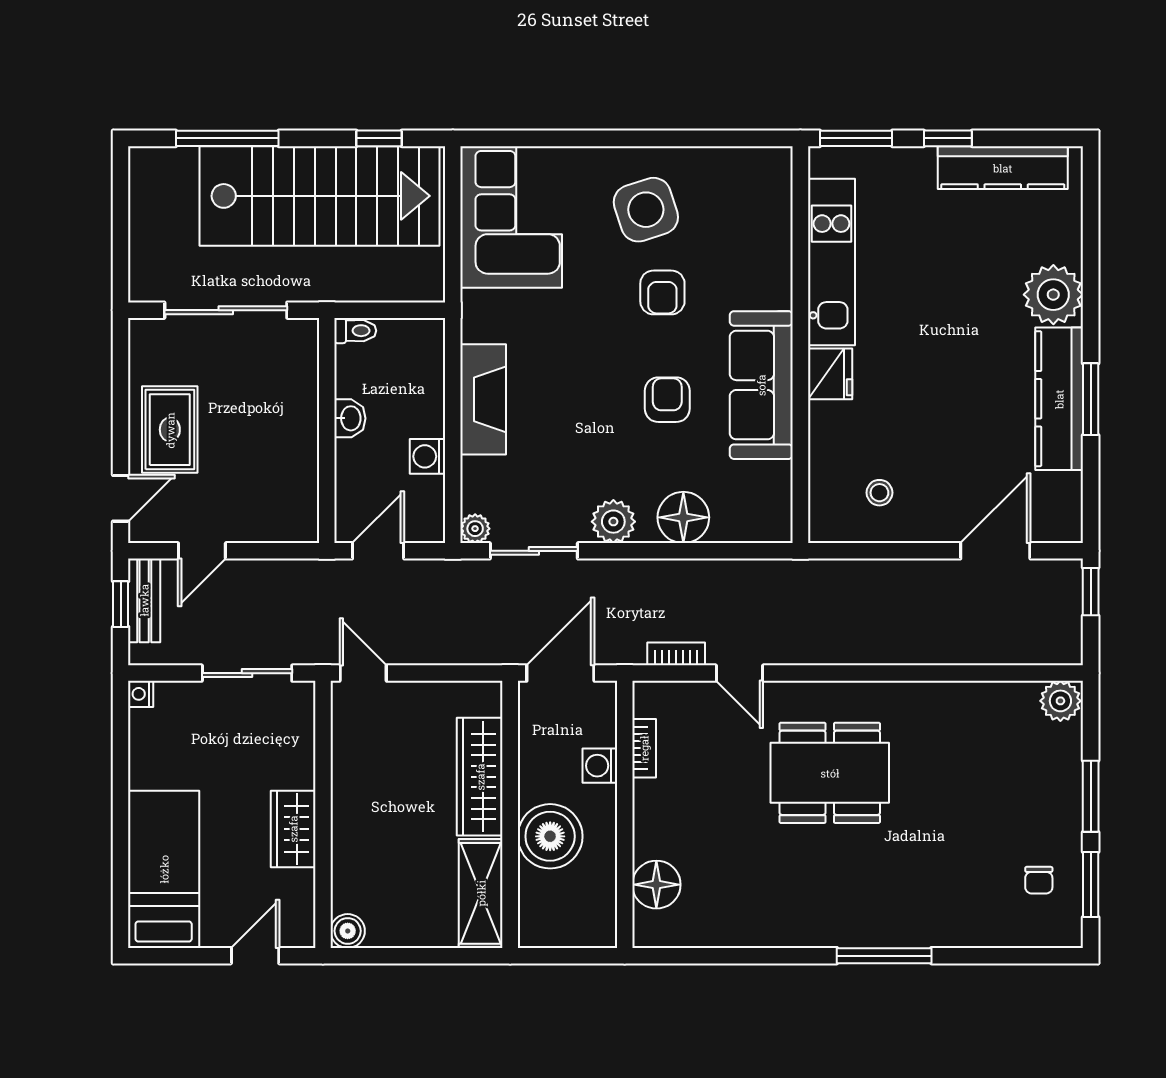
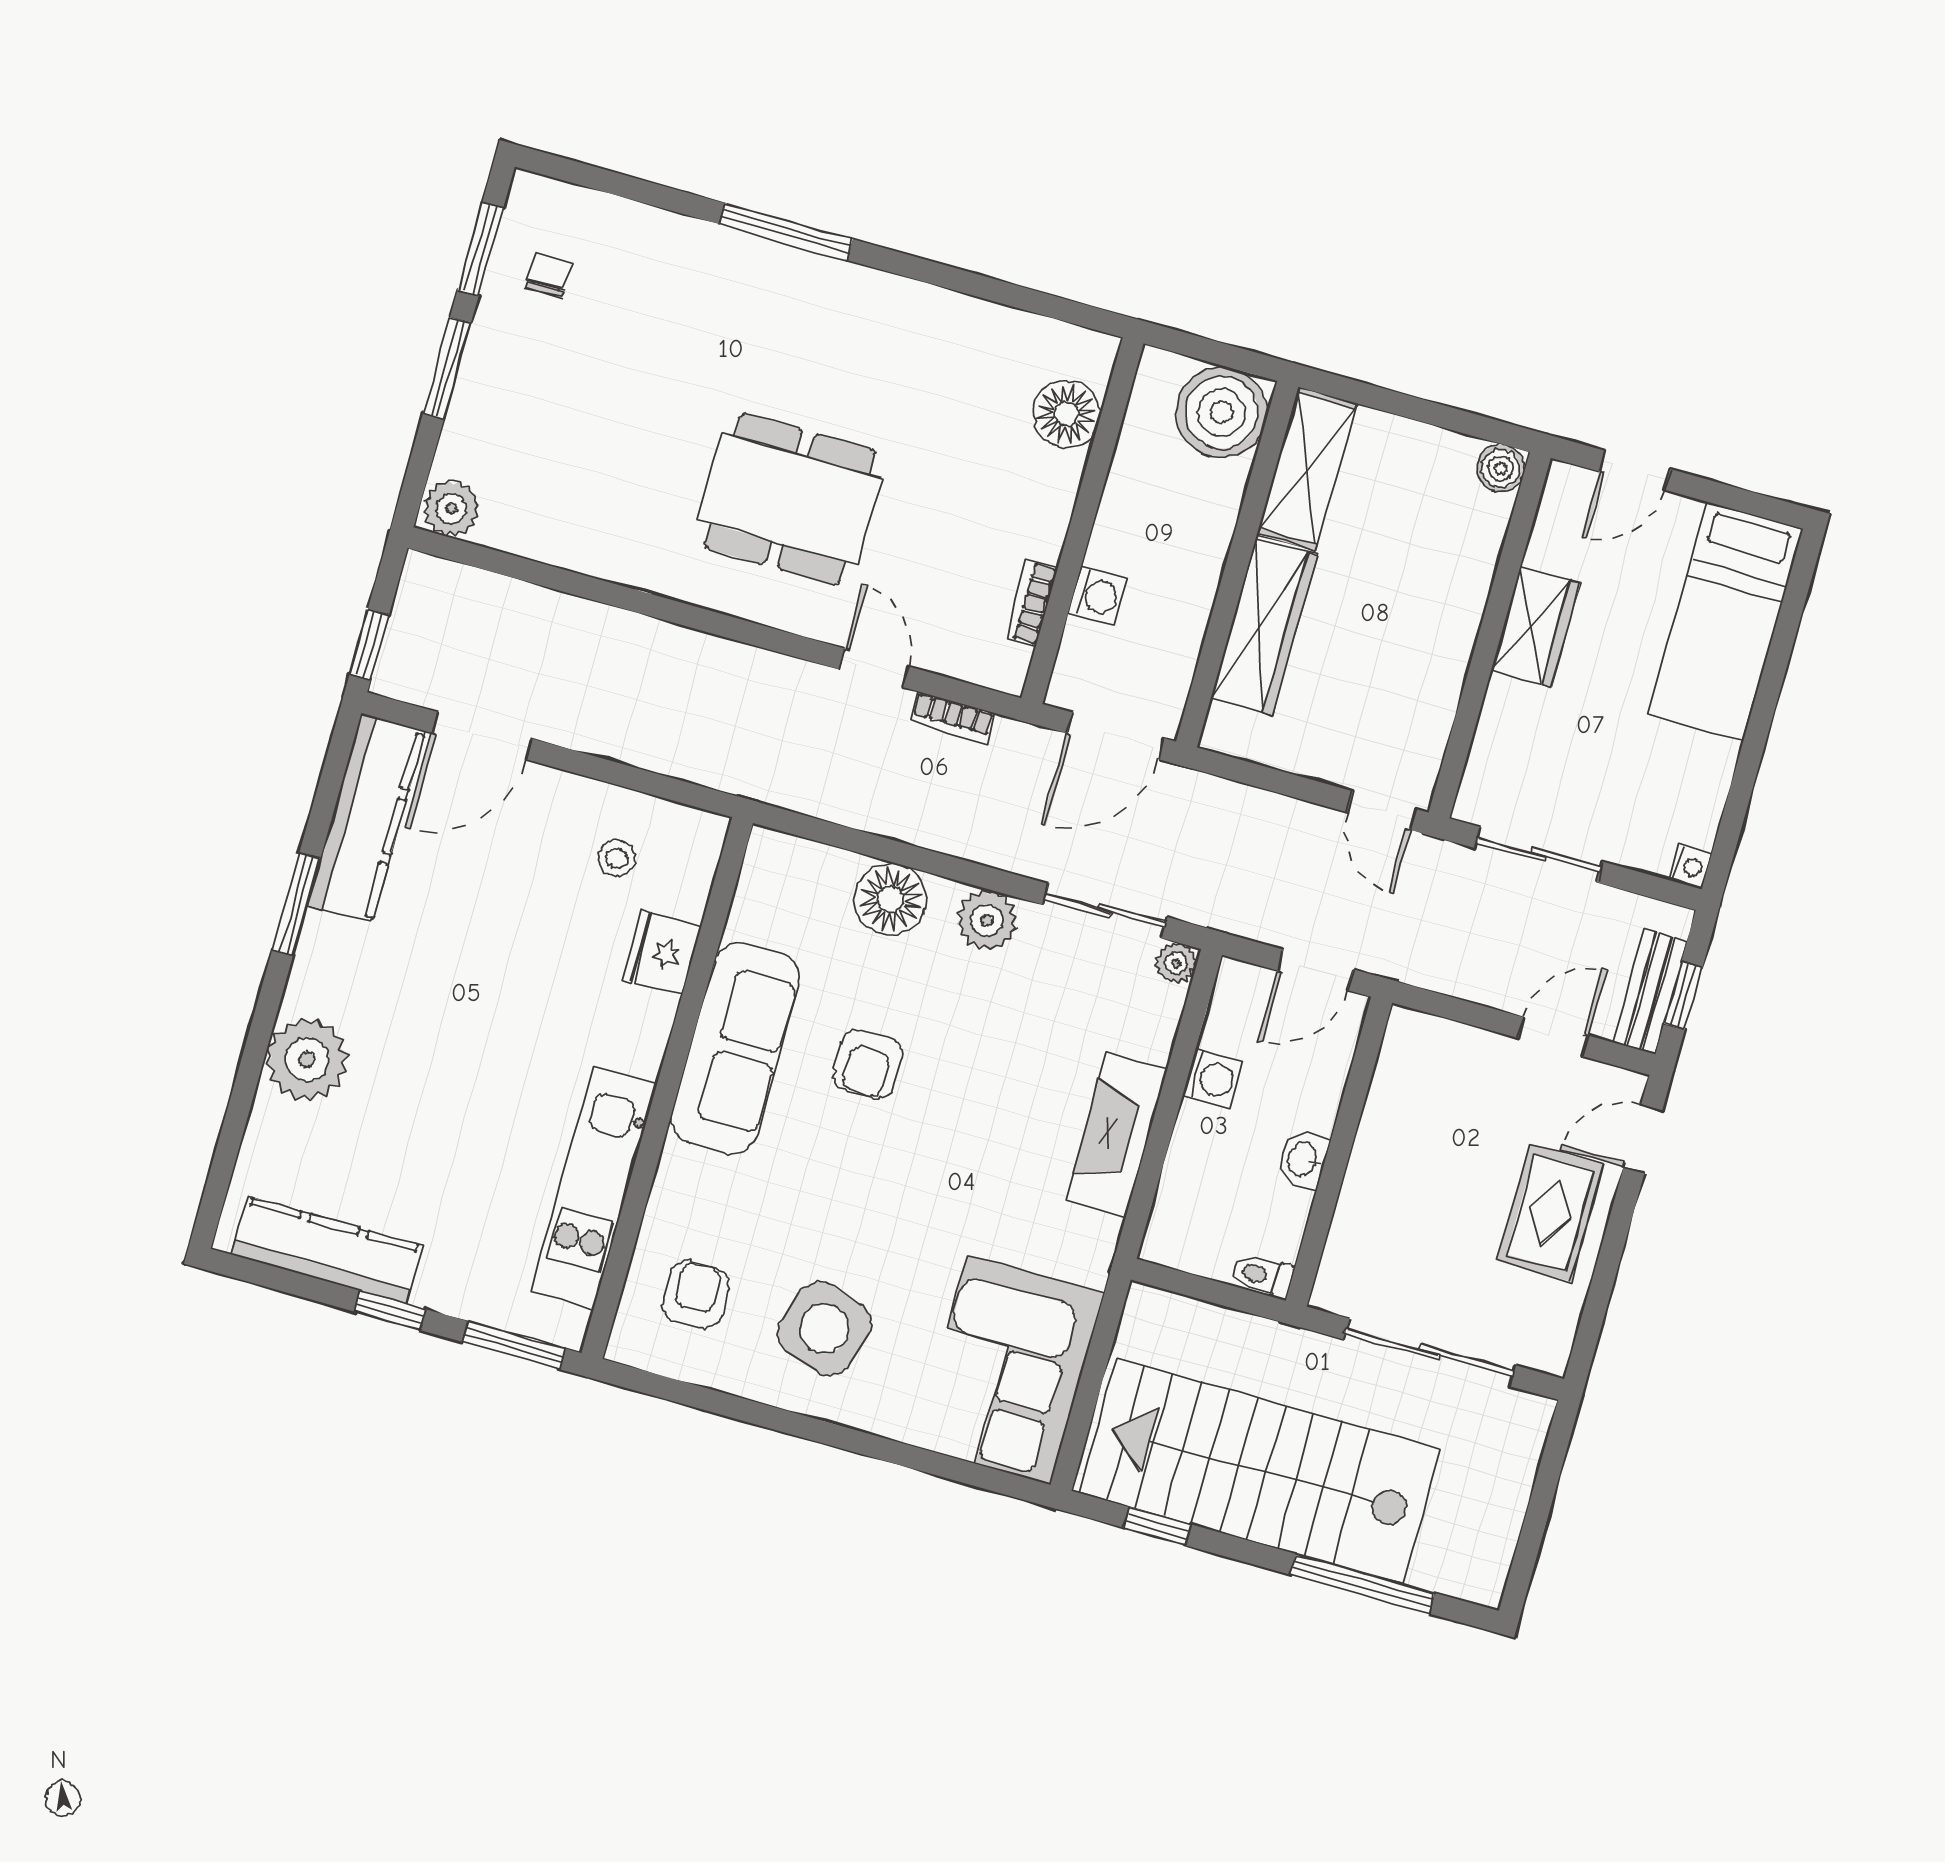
side table: (646, 210) -> (825, 1329), turned 35
armchair: (662, 292) -> (696, 1295), moved
fridge: (830, 374) -> (662, 953), moved
kitchen counter: (1059, 399) -> (366, 818), moved
boiler: (550, 836) -> (1222, 412), moved

